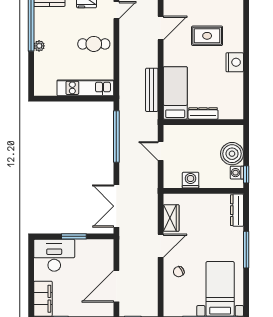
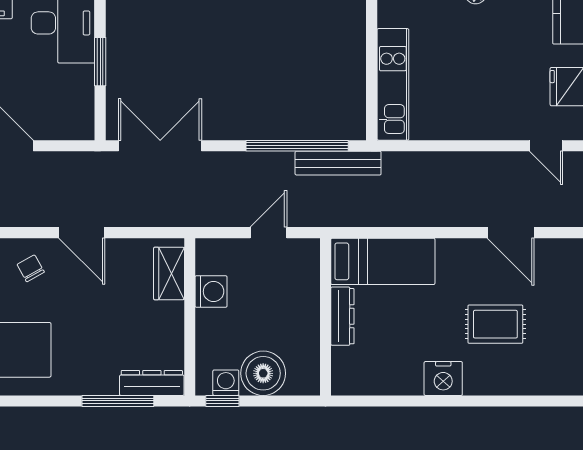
rug: (207, 36) -> (495, 324), turned 90
cafe table: (94, 44) -> (479, 101), removed
bench: (152, 90) -> (338, 163), moved
wardrobe: (171, 218) -> (169, 274), moved, turned 90
window: (246, 250) -> (118, 401), moved

